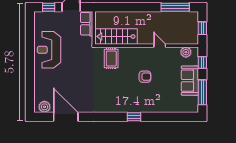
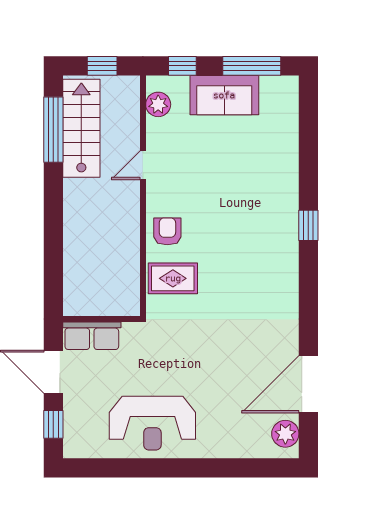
stairs: (116, 36) -> (81, 128), moved, turned 180
armchair: (145, 77) -> (167, 231), moved

